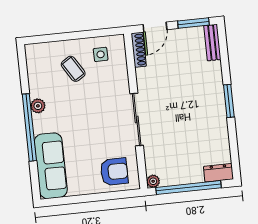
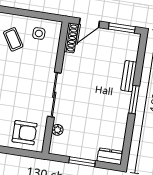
bench: (212, 43) -> (129, 76), moved
plant: (153, 181) -> (57, 130), moved
window: (188, 188) -> (82, 162), width x0.47

